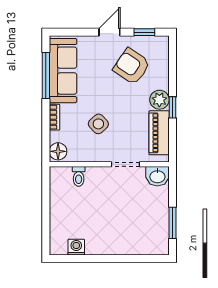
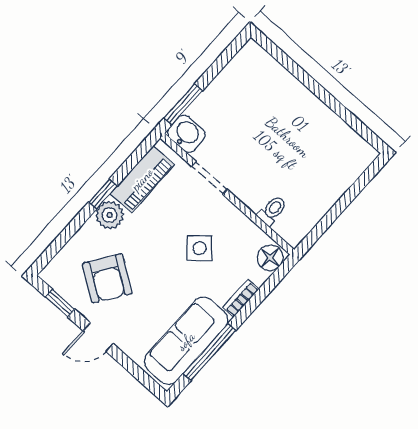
window: (172, 223) -> (183, 104), moved
washing machine: (76, 247) -> (344, 136), removed

